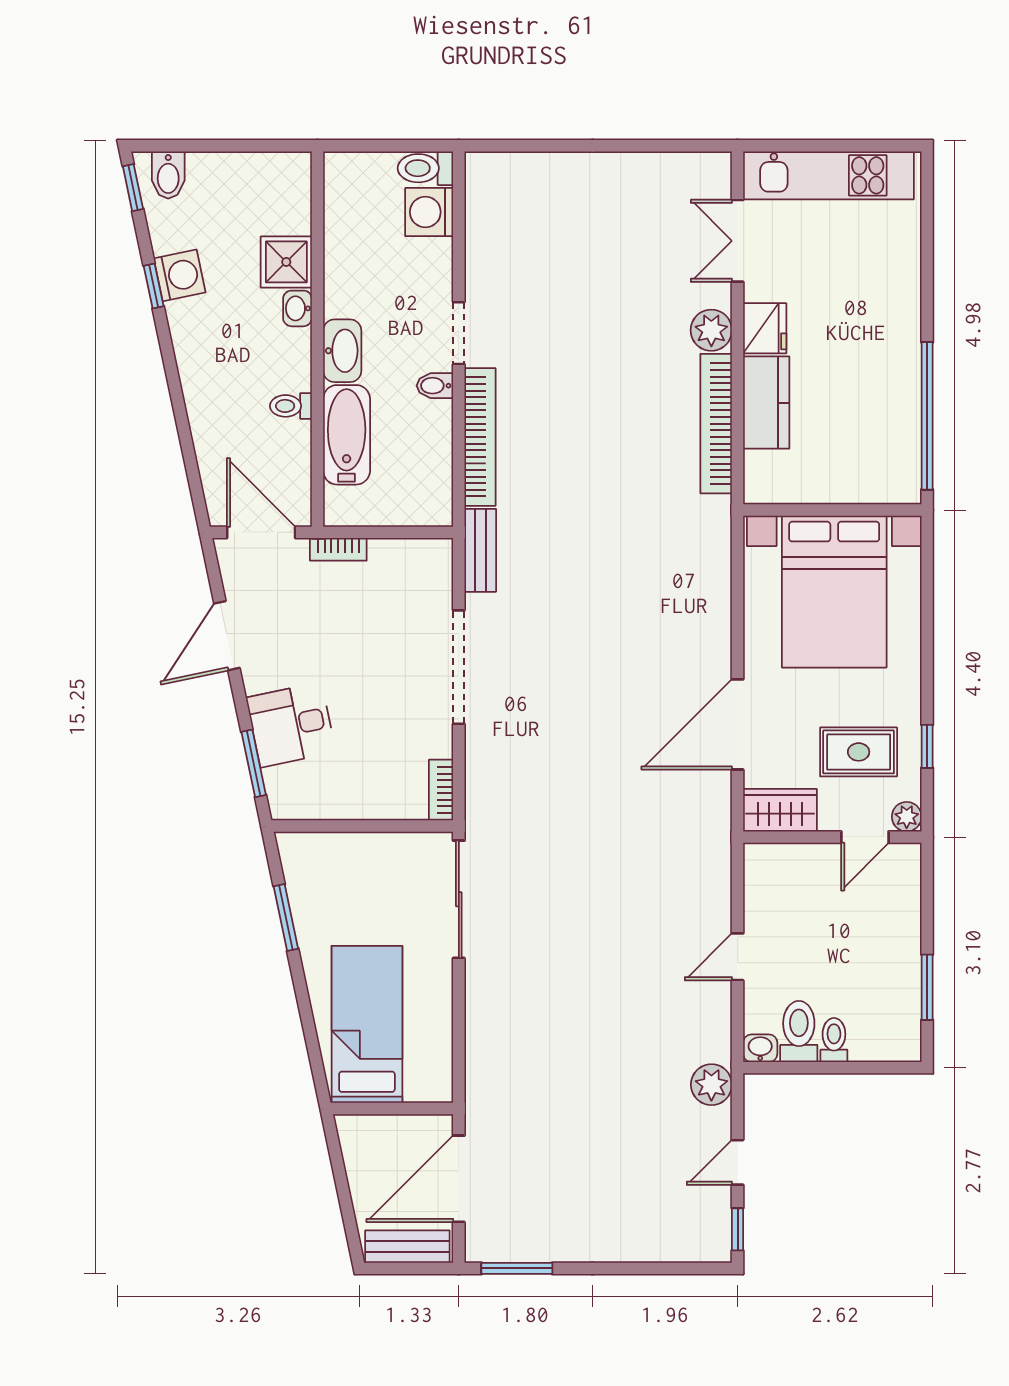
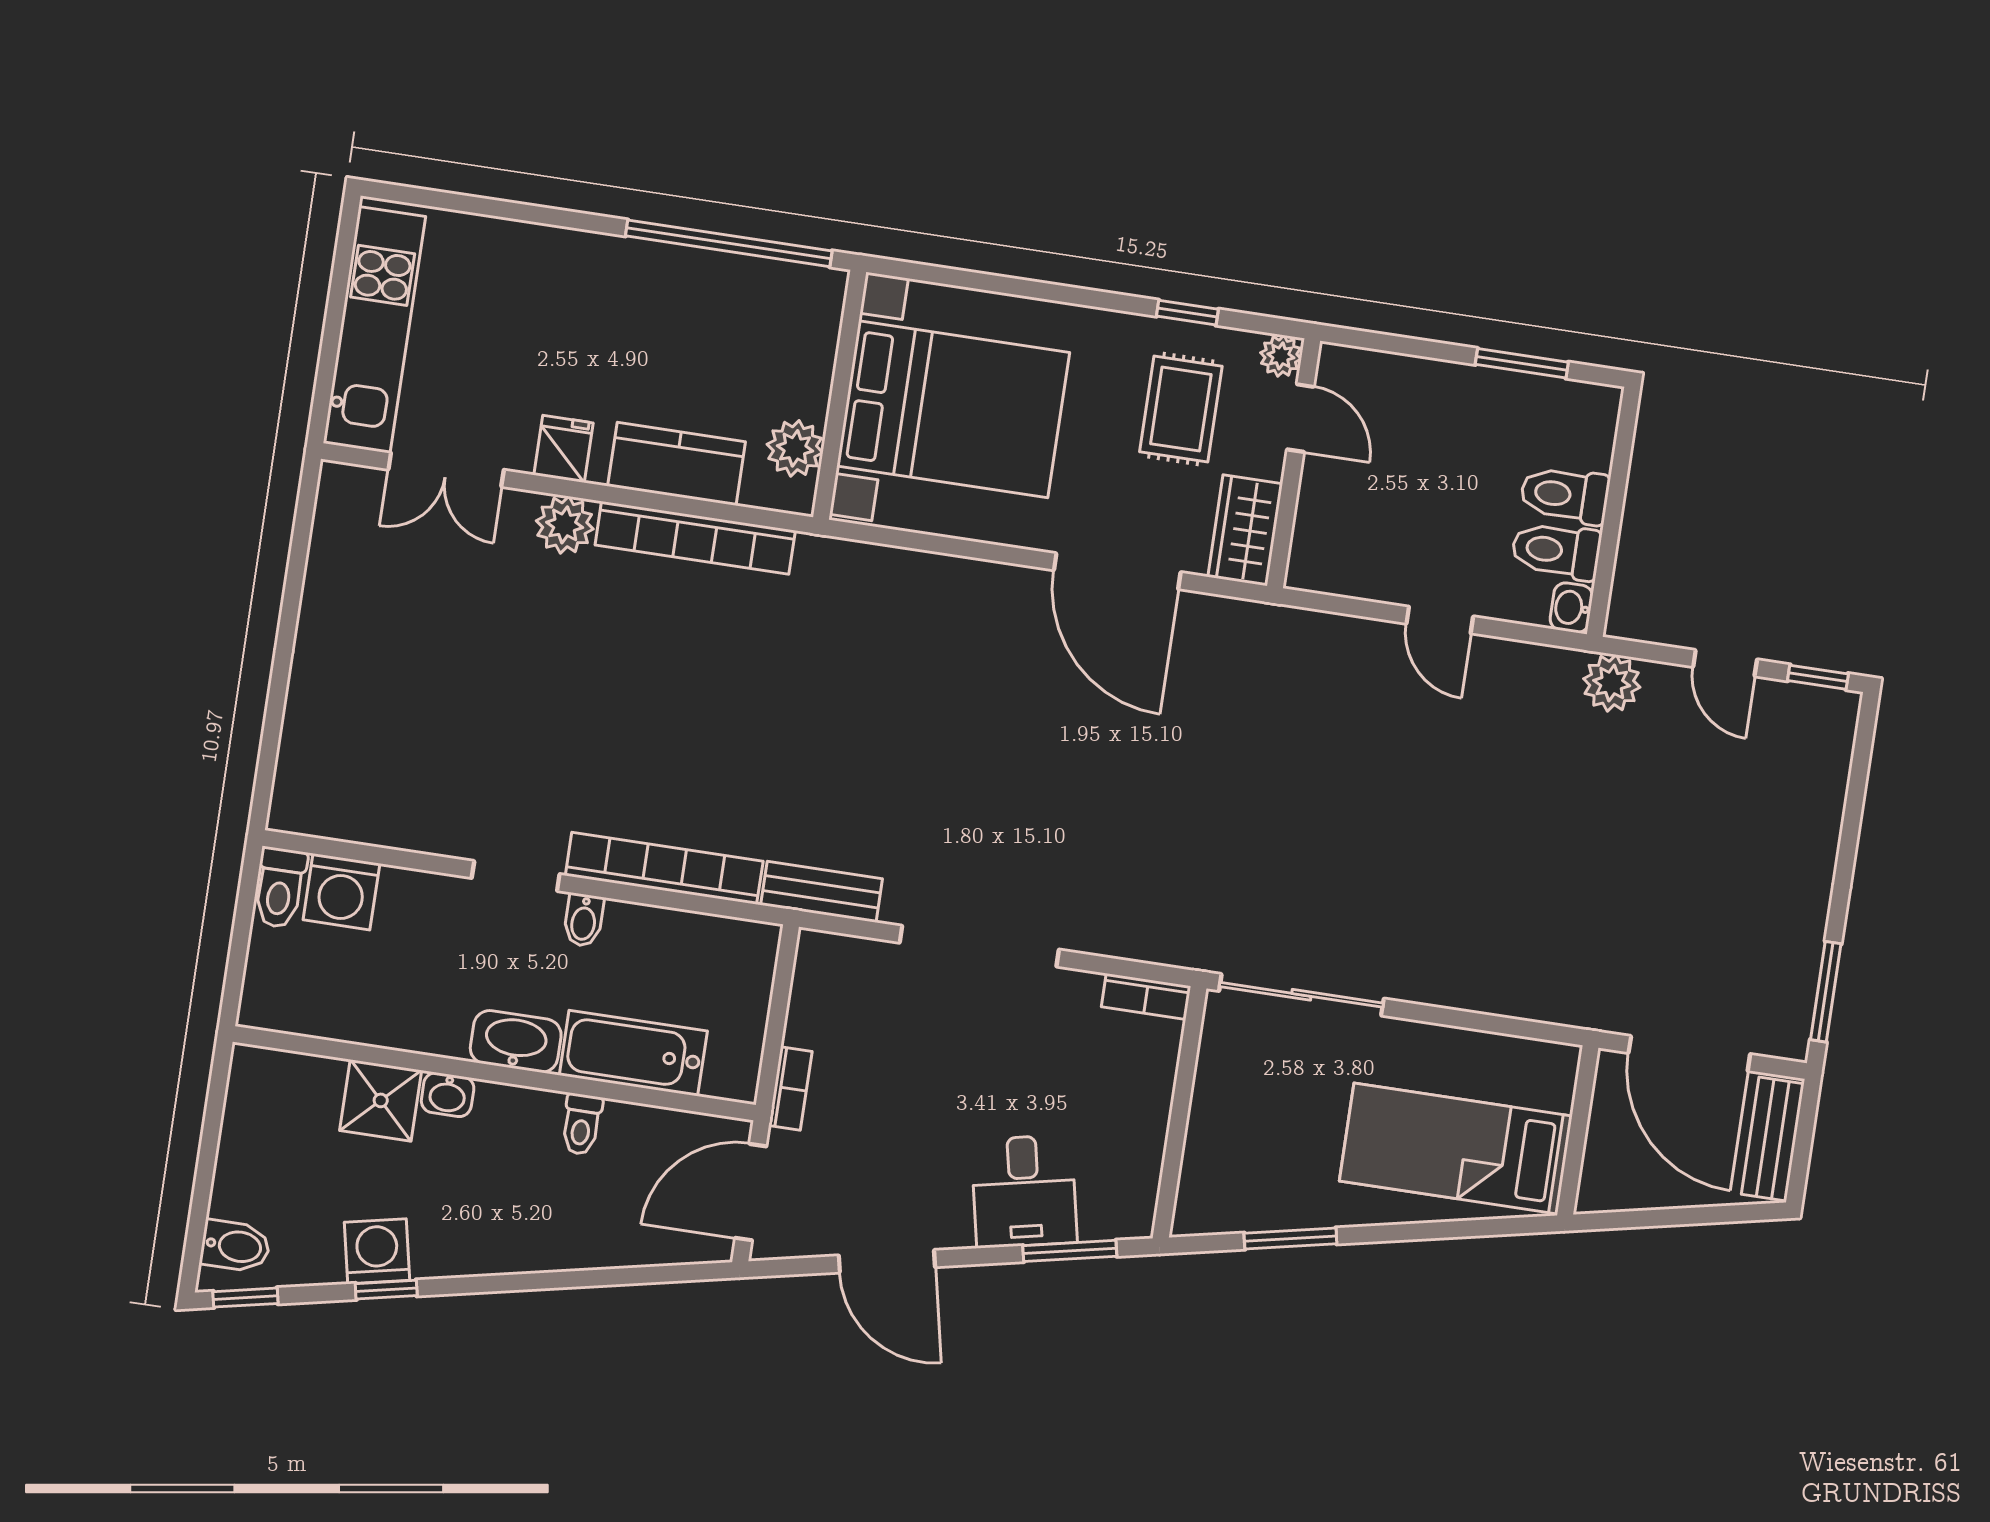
fridge: (765, 328) -> (564, 449), width x0.72
plant: (790, 484) -> (795, 448), added
toilet: (834, 1040) -> (1565, 495), width x1.37, depth x1.39

